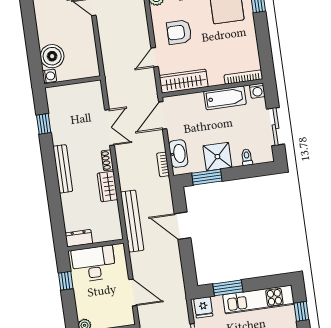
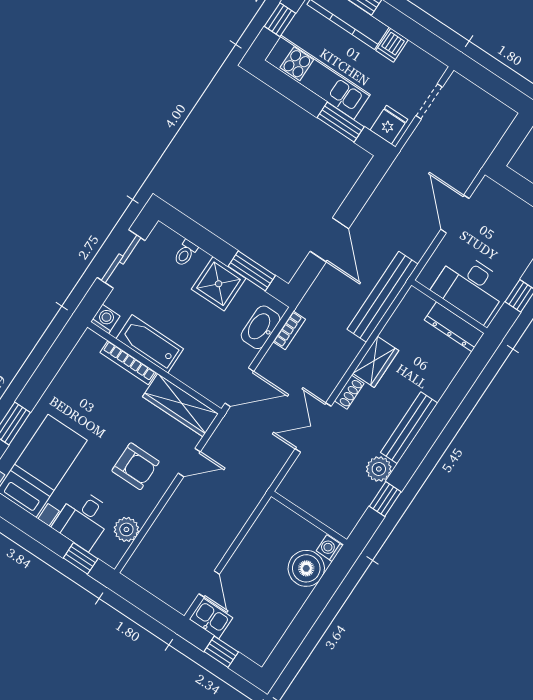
bookcase: (243, 77) -> (128, 363), moved
plant: (60, 136) -> (379, 469), added
dresser: (79, 238) -> (454, 327), width x1.44

